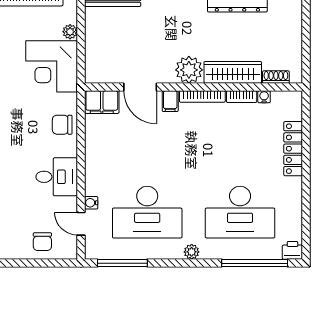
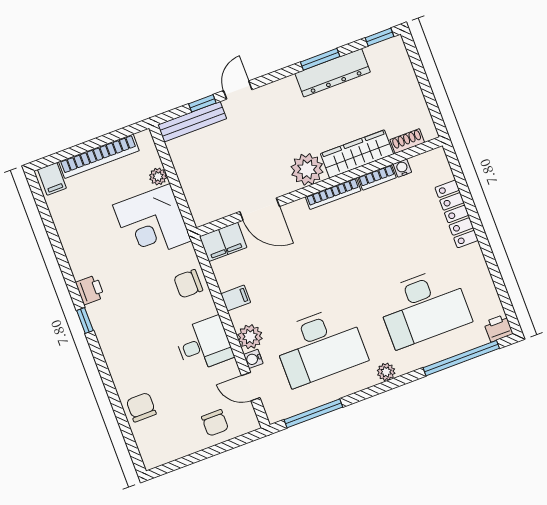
filing cabinet: (170, 101) -> (236, 298), moved, turned -90
plant: (95, 184) -> (250, 337), added

